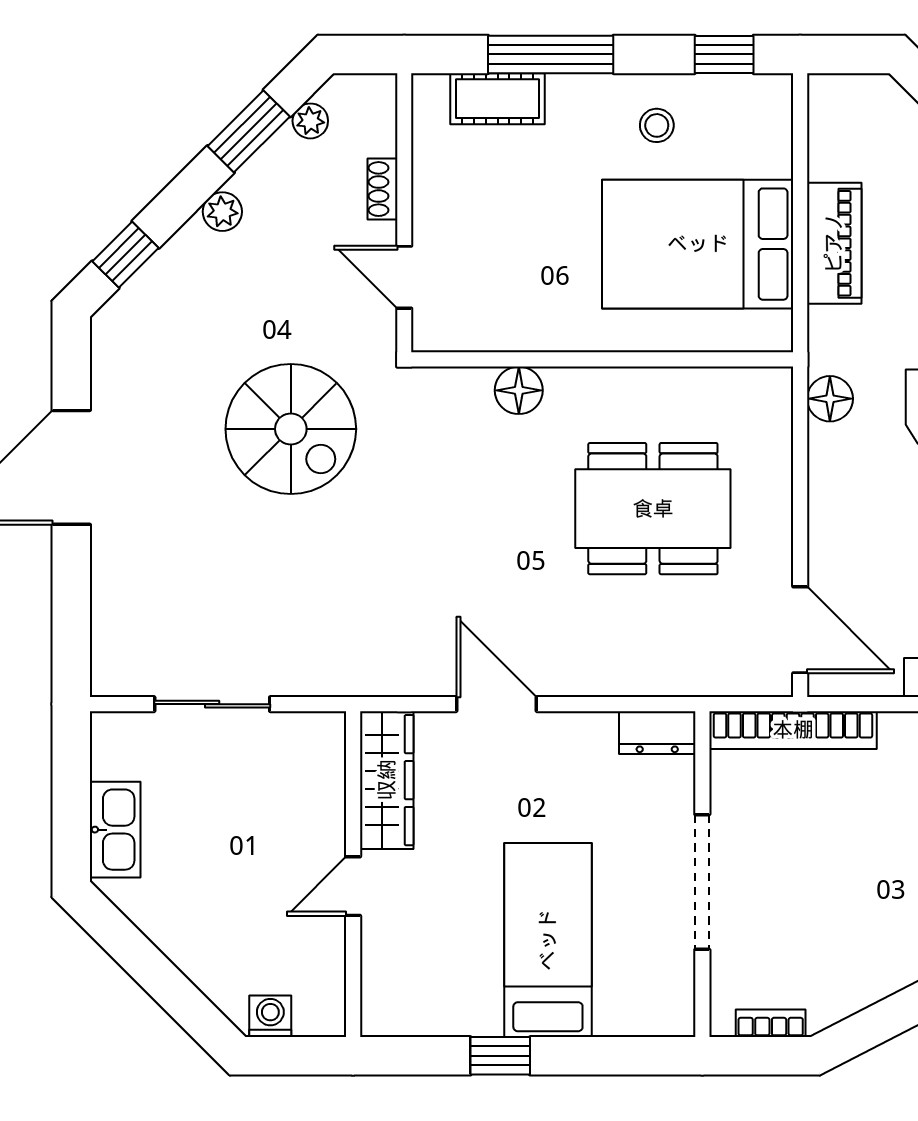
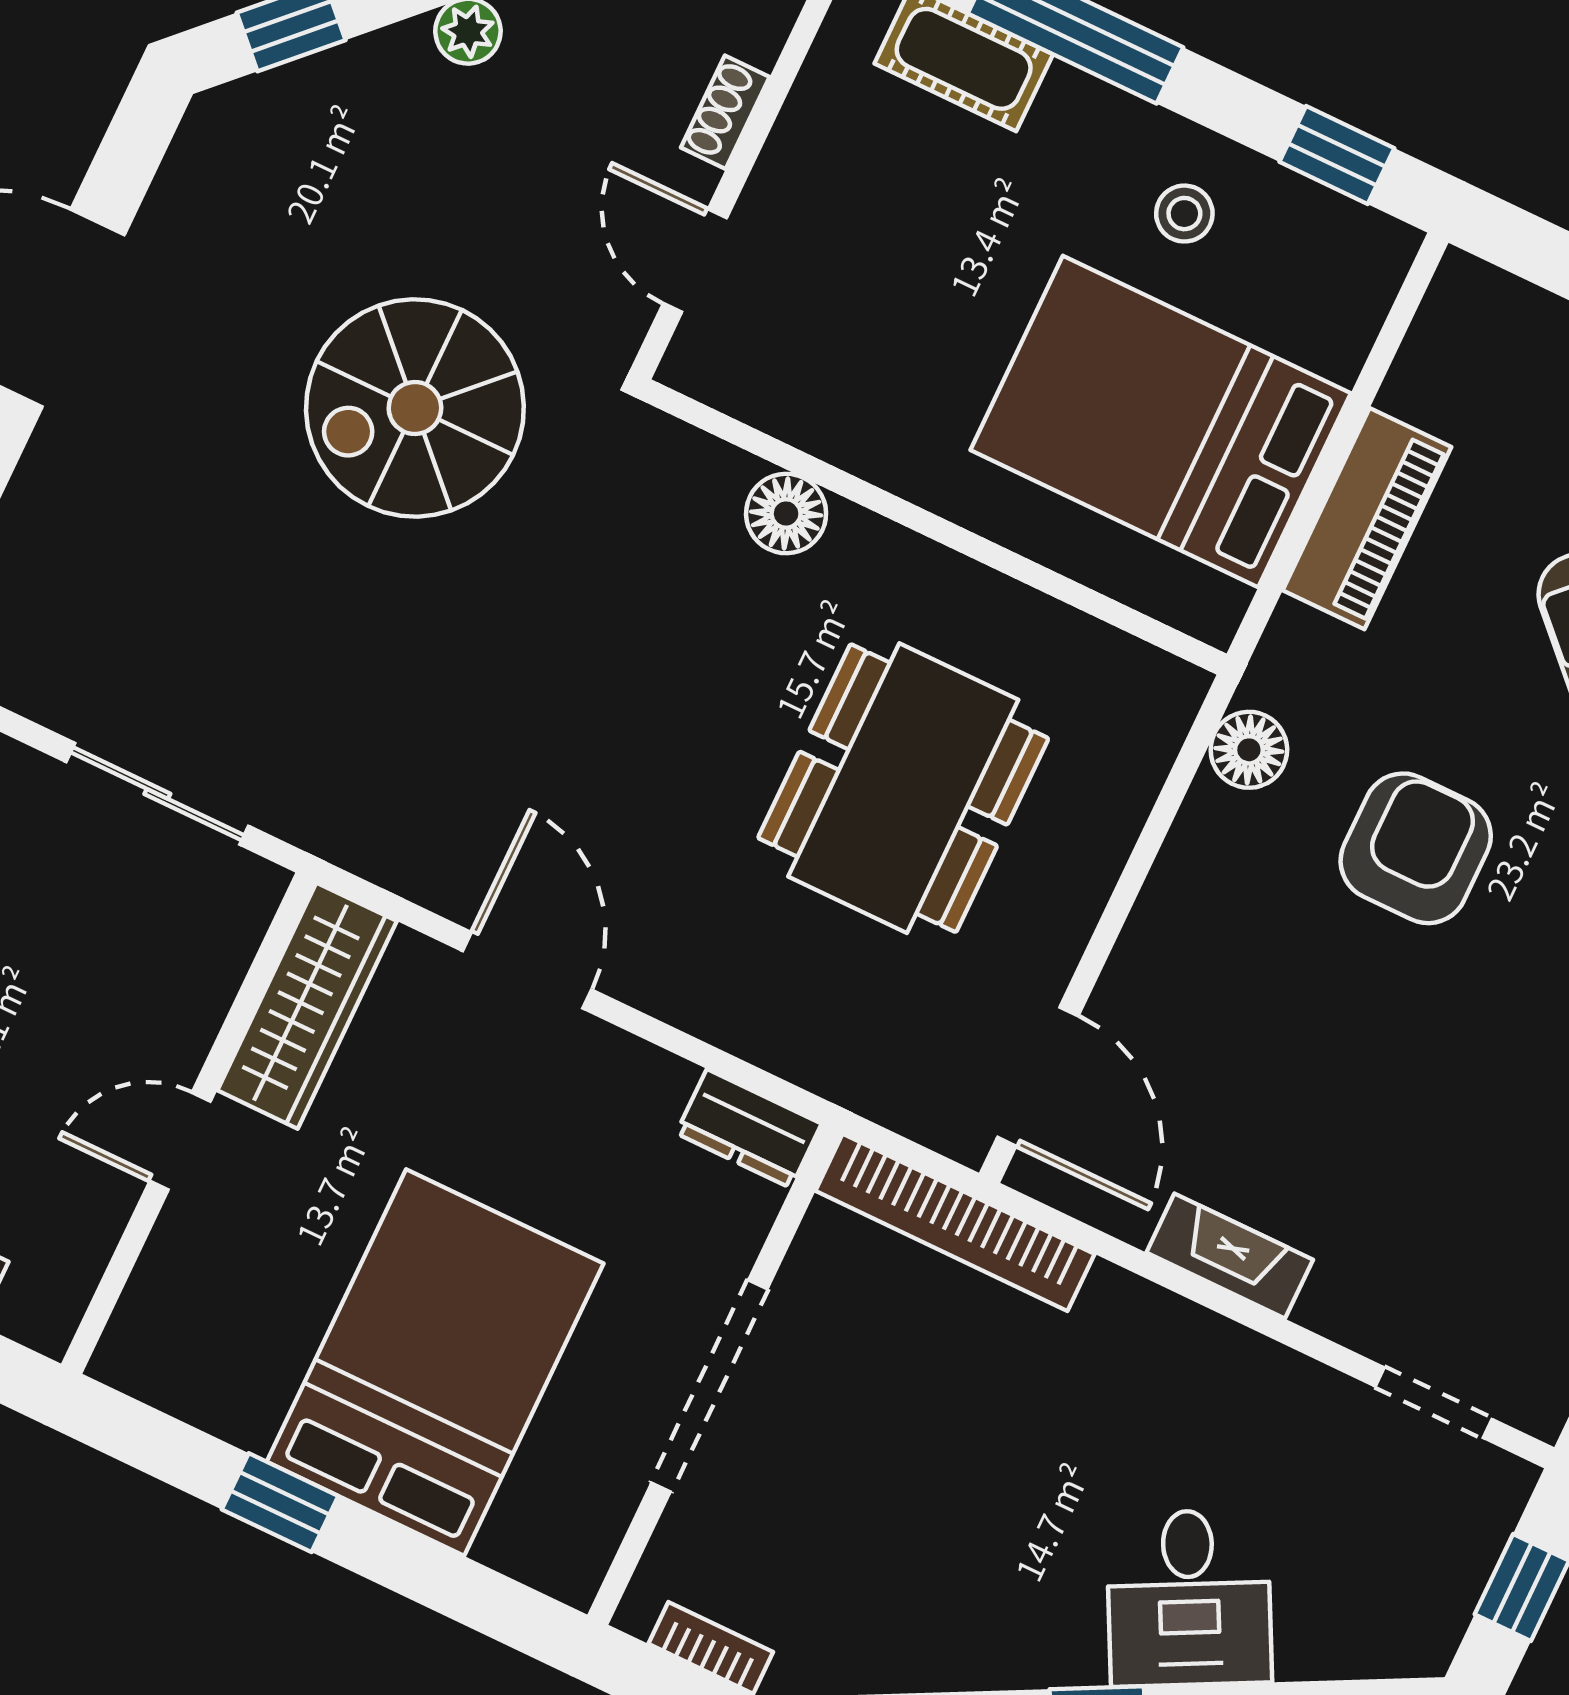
spiral stairs: (291, 429) -> (415, 408), turned 90
dining table: (653, 509) -> (903, 788), turned 90
sliding door: (212, 704) -> (157, 794), moved
bed: (548, 940) -> (435, 1363), width x1.50

